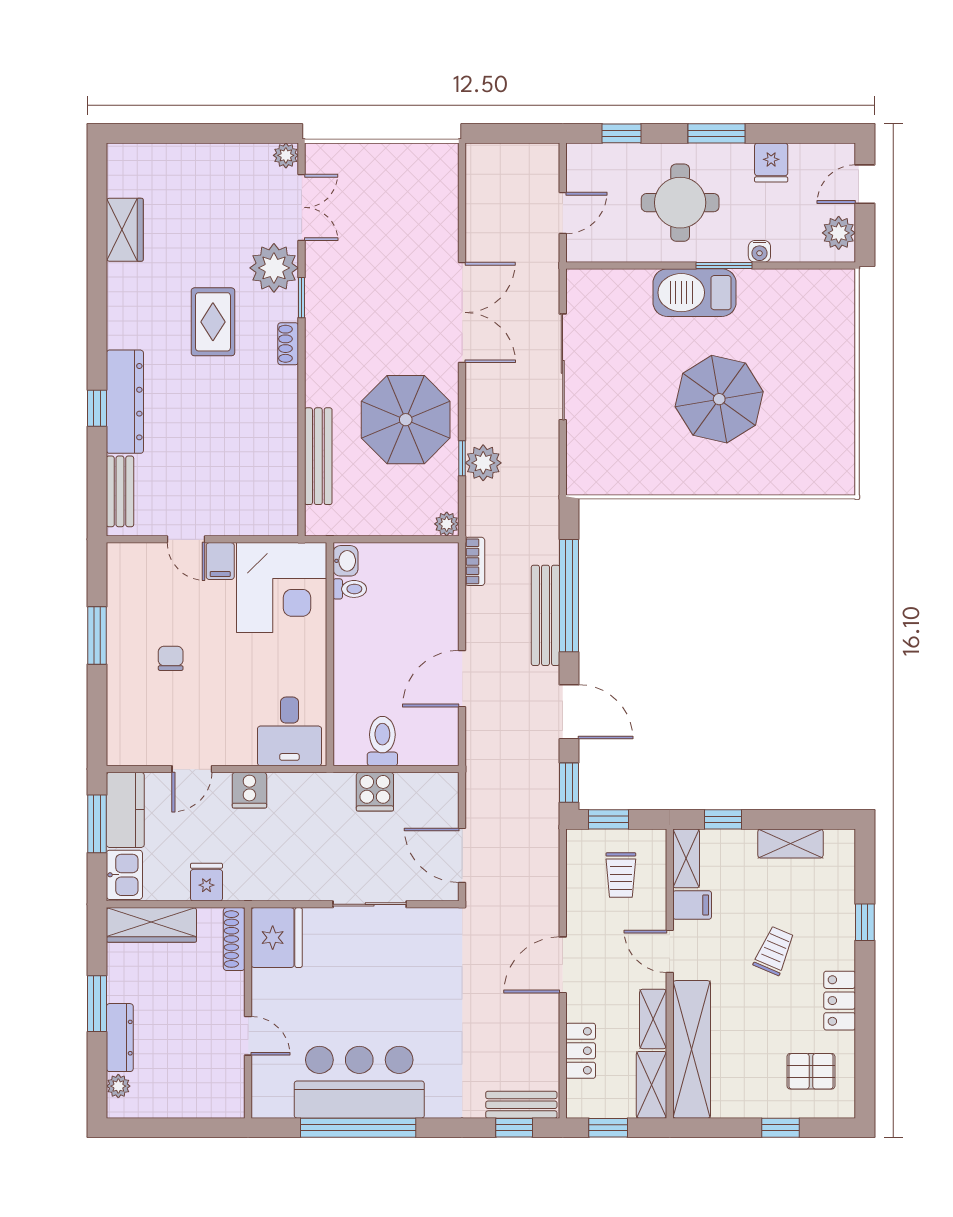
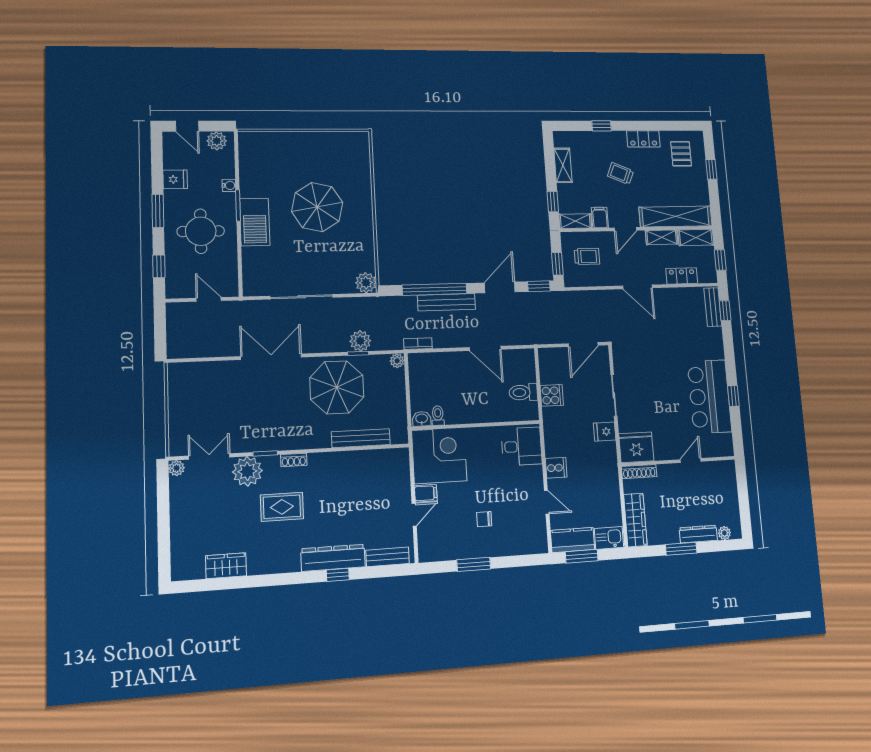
plant: (584, 477) -> (366, 283), added
fridge: (206, 882) -> (605, 432), moved
window: (358, 1128) -> (733, 396), width x0.32

